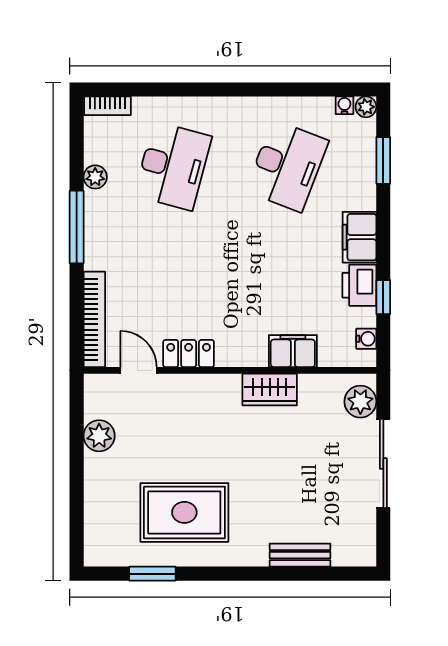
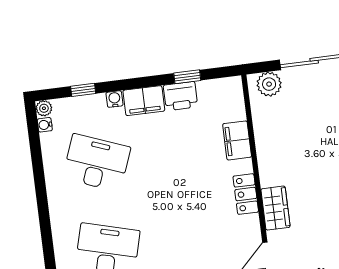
window: (383, 160) -> (83, 90), width x0.67
water cooler: (366, 339) -> (114, 99), moved
locker: (189, 354) -> (246, 194), moved
wardrobe: (270, 390) -> (275, 208), moved

